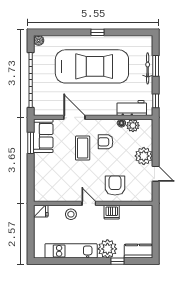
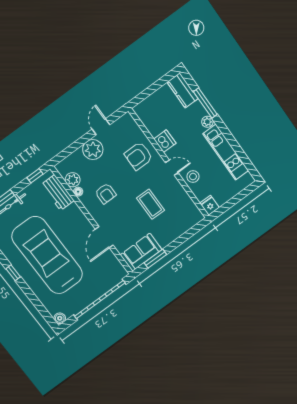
coffee table: (83, 148) -> (150, 204), moved, turned 90
door: (89, 203) -> (172, 168), swing flipped
plant: (107, 249) -> (207, 122), width x0.53, depth x0.53
window: (118, 261) -> (205, 103), width x2.17

